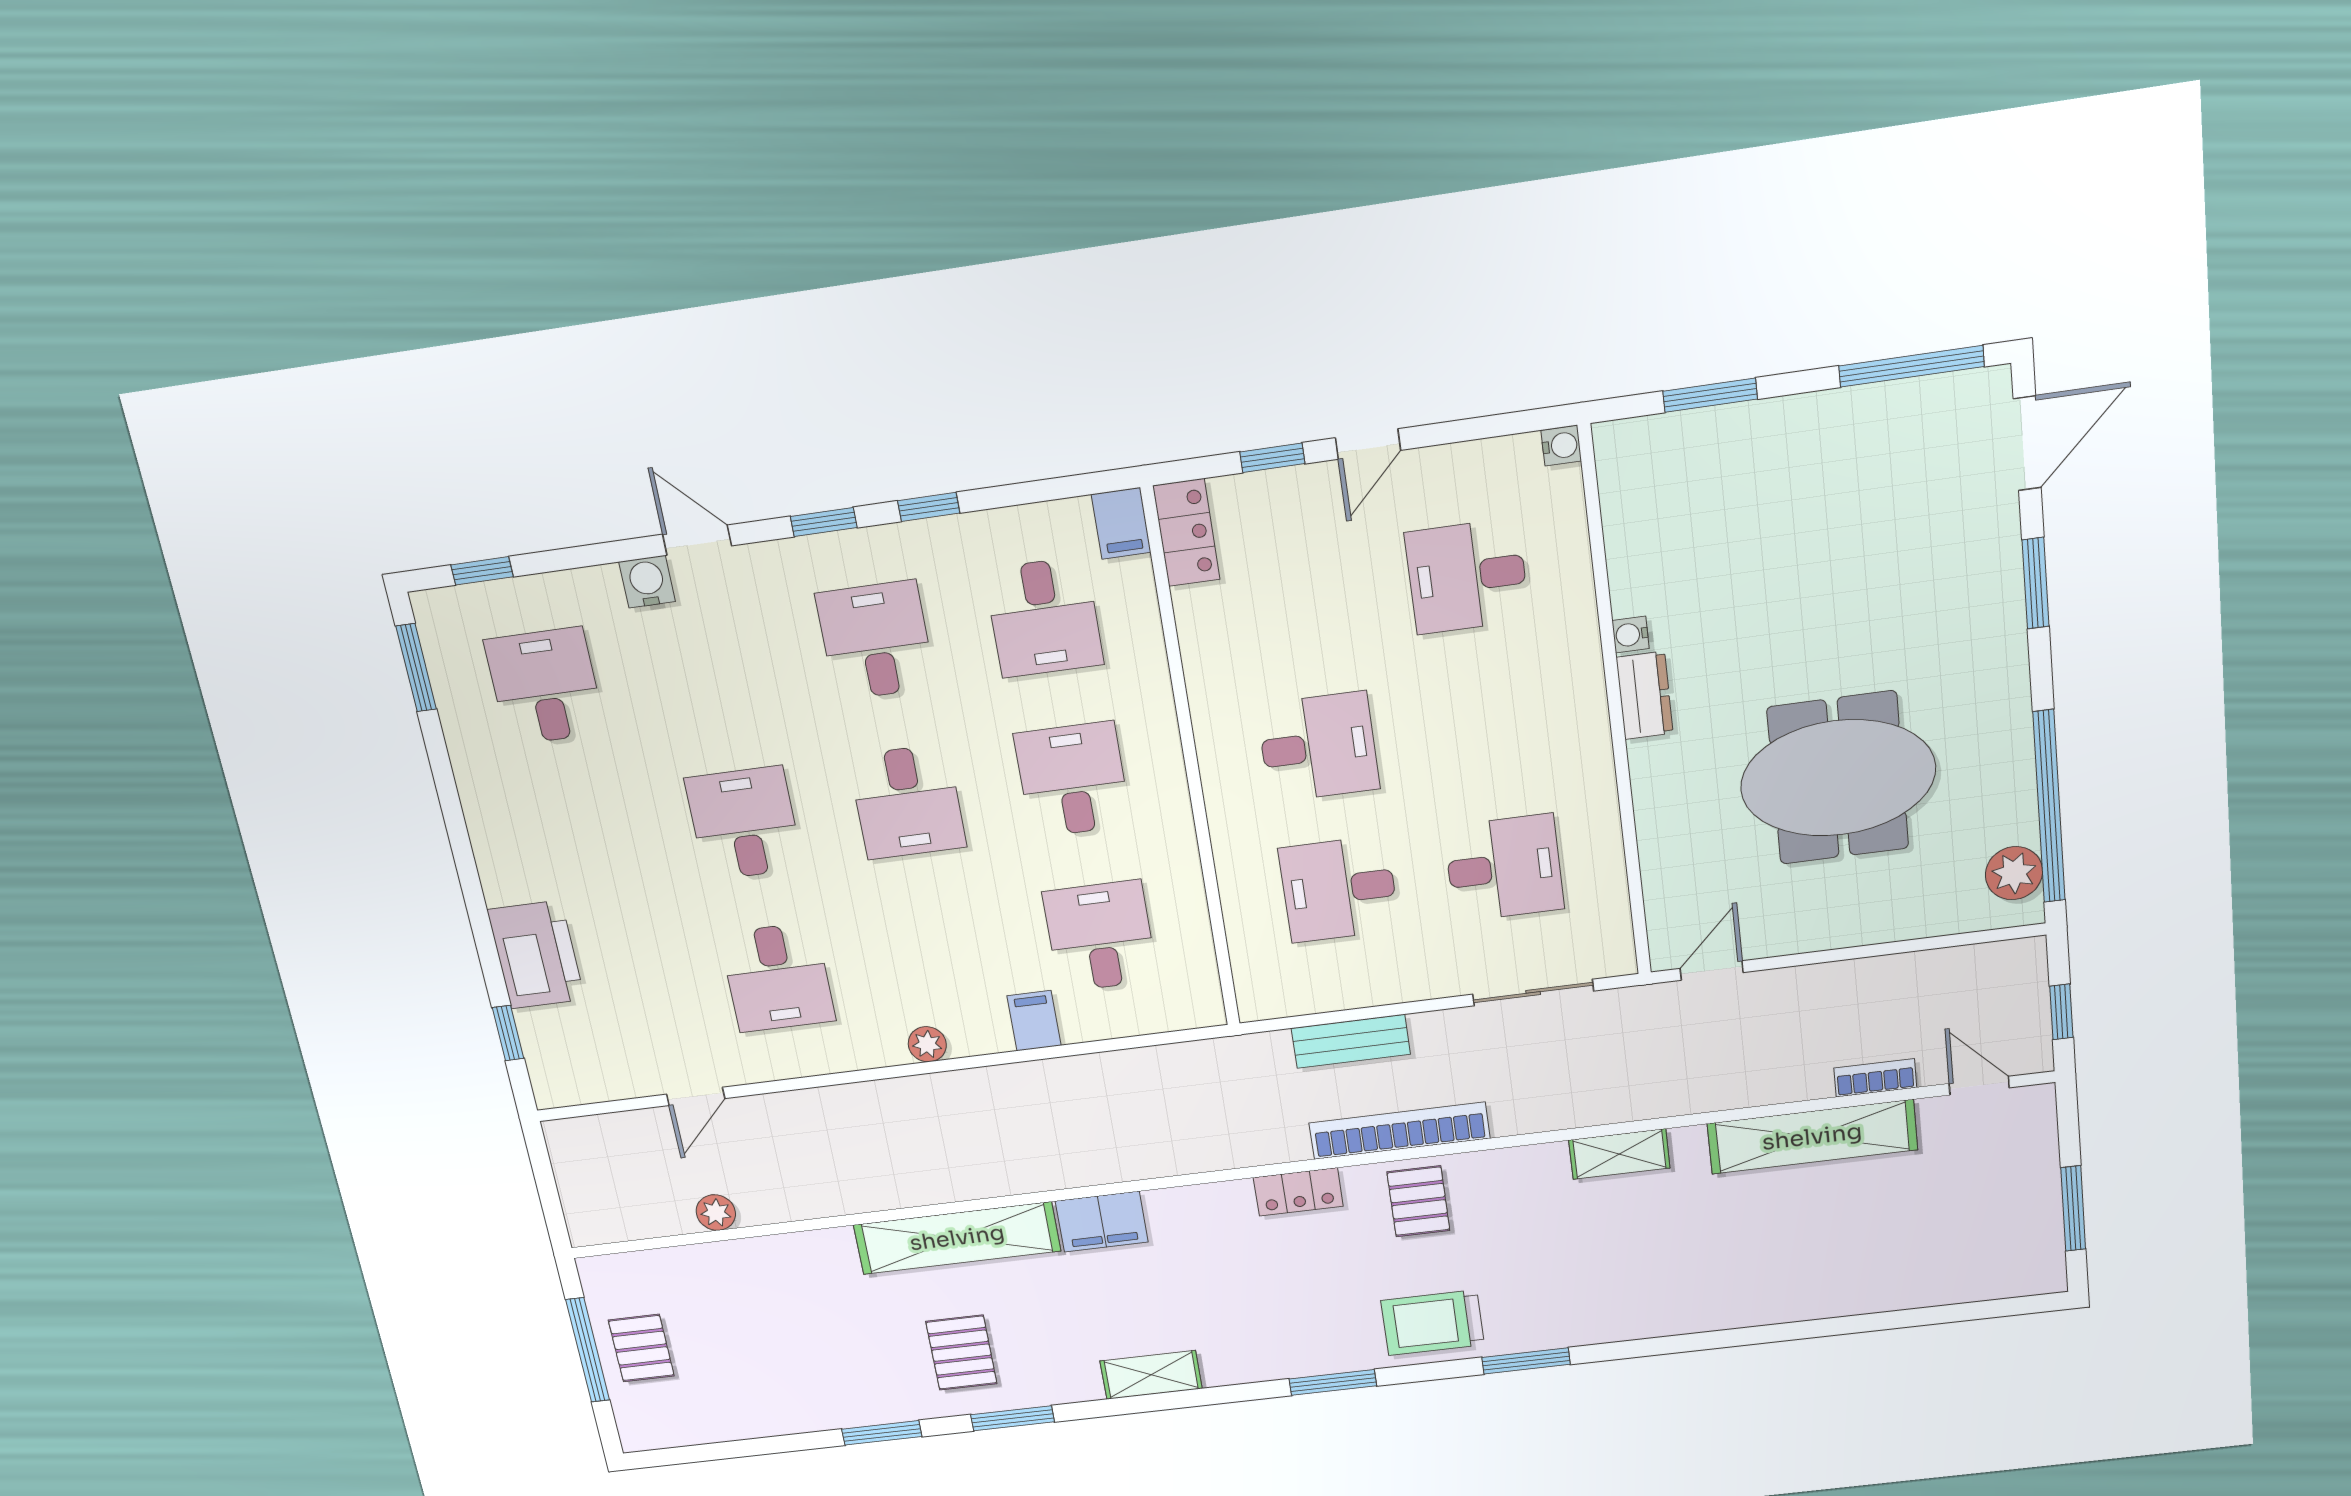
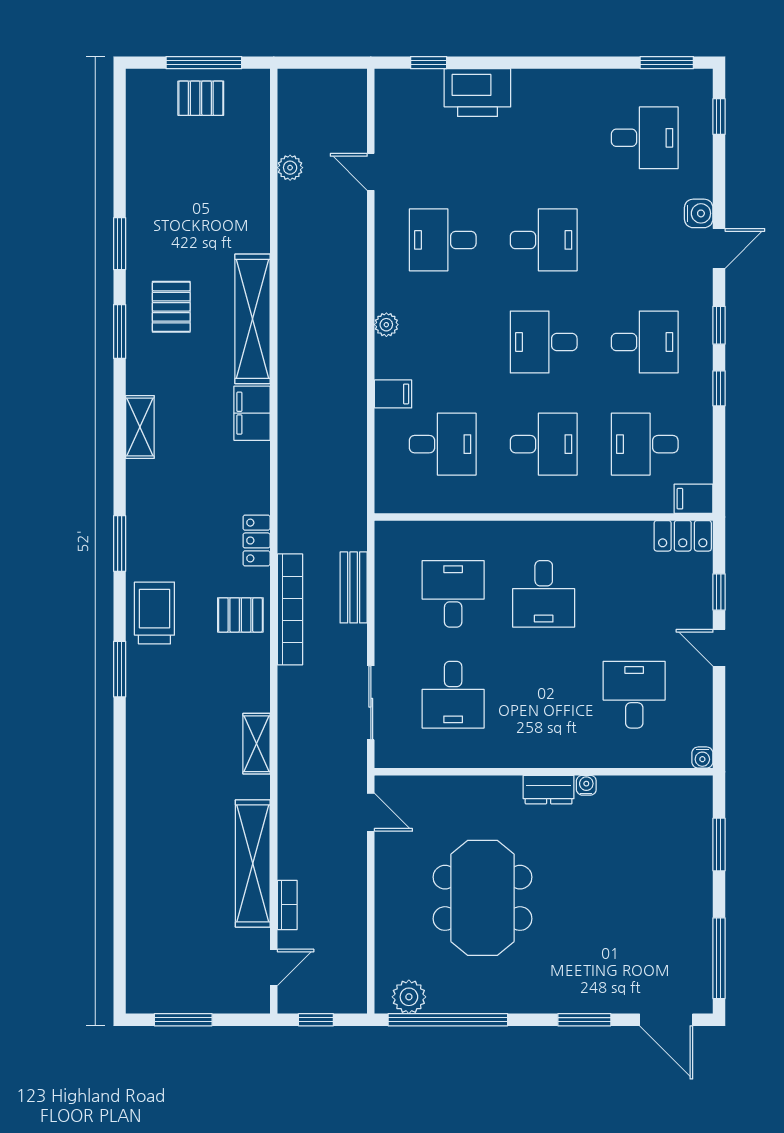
pallet: (961, 1353) -> (171, 307), turned 90

